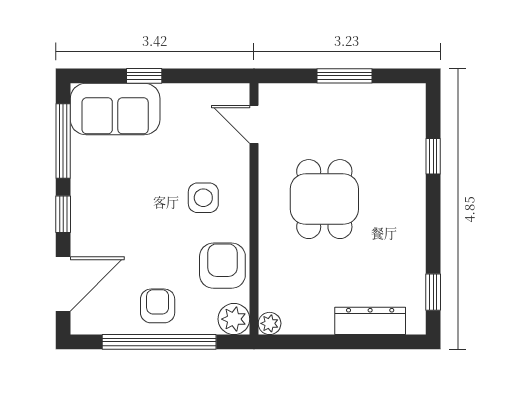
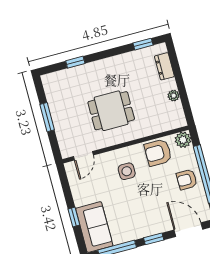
dresser: (370, 321) -> (164, 66), width x0.70
plant: (270, 323) -> (174, 96), moved

